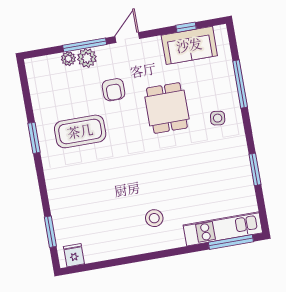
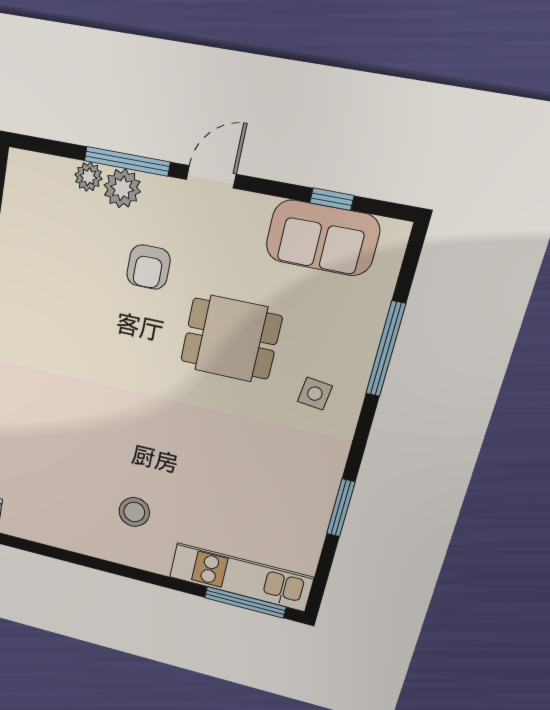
dining table: (167, 108) -> (231, 339), turned 90
coffee table: (80, 131) -> (64, 318), removed

